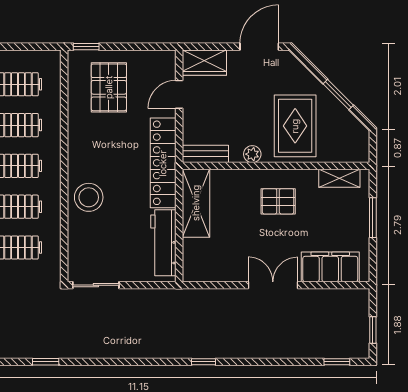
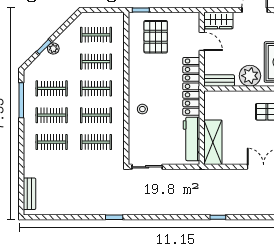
door: (179, 94) -> (202, 41), swing flipped
plant: (252, 154) -> (250, 76), width x1.88, depth x1.88
stool: (89, 197) -> (142, 109), width x0.53, depth x0.53
shelving: (196, 203) -> (213, 142), moved

